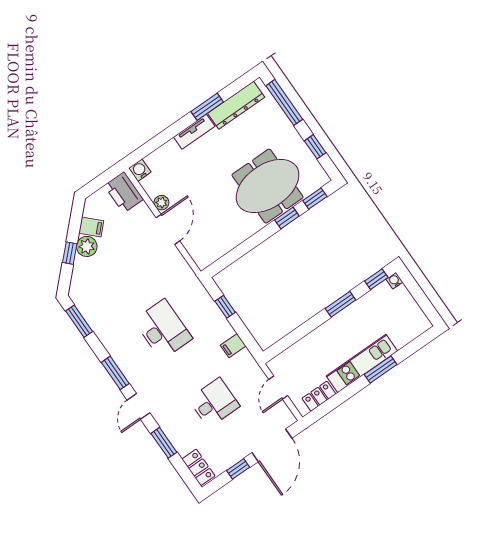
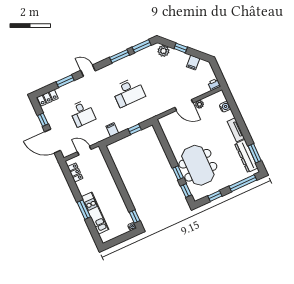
window: (207, 107) -> (255, 153), moved
water cooler: (140, 170) -> (225, 107), moved
printer: (124, 192) -> (214, 85), width x0.53, depth x0.68
plant: (87, 246) -> (163, 51), moved
window: (340, 304) -> (124, 194), removed
kitchen unit: (362, 363) -> (95, 213), moved
window: (115, 373) -> (120, 56), moved

